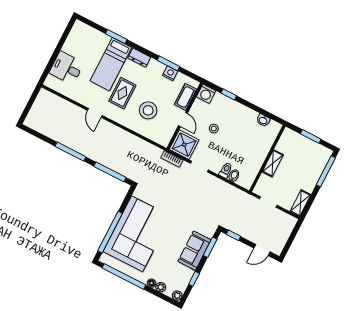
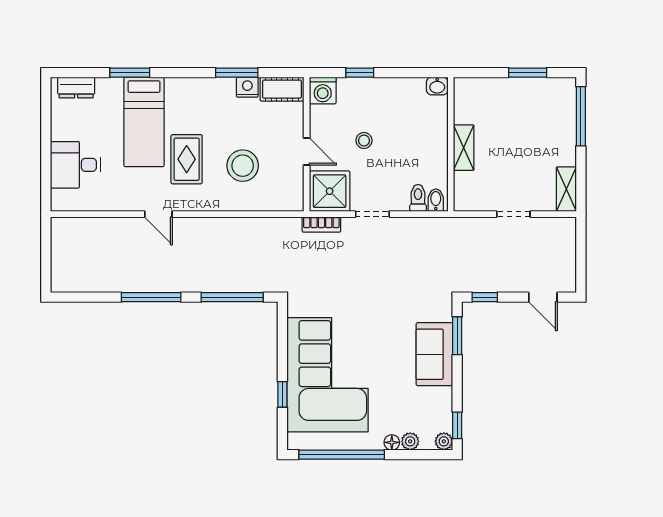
dresser: (139, 58) -> (76, 88), moved
cot: (185, 97) -> (282, 89), moved, turned 90
wall: (267, 158) -> (451, 144), moved
shelving: (273, 163) -> (464, 148), moved
window: (110, 232) -> (282, 394), width x0.32
door: (262, 250) -> (543, 297), hinge flipped
window: (194, 279) -> (457, 425), moved

